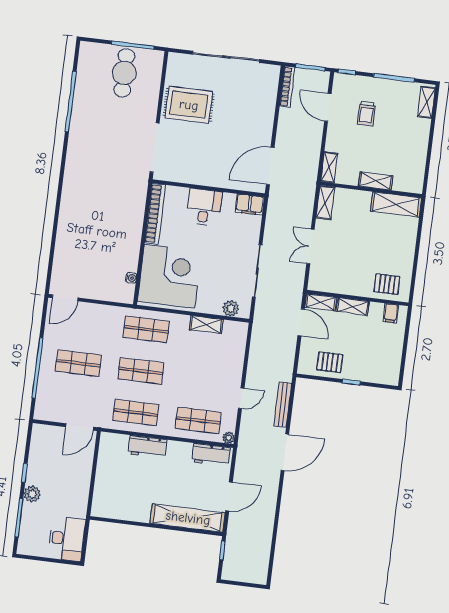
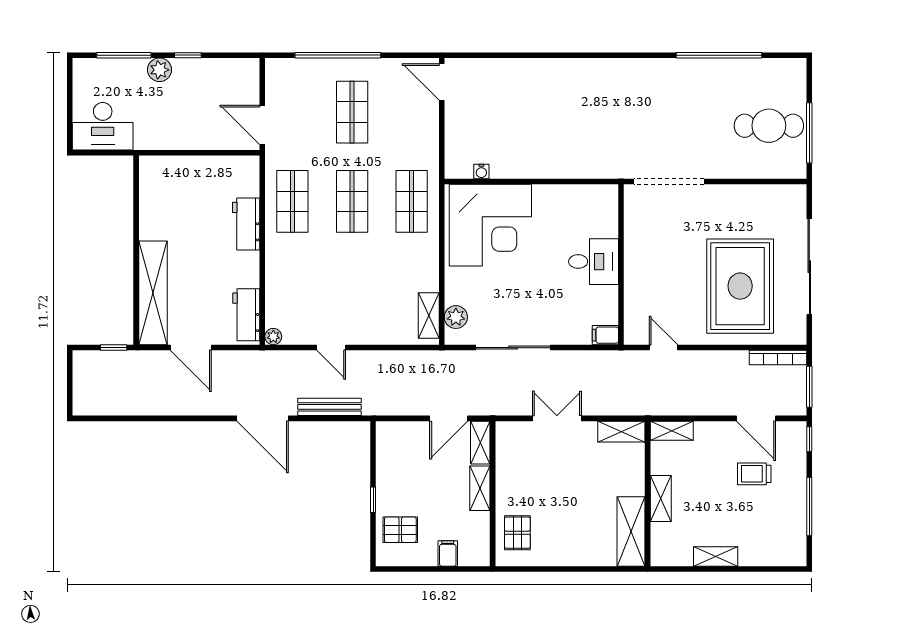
shelving: (426, 102) -> (716, 556), moved
rug: (189, 105) -> (740, 286), moved, width x1.37, depth x1.44
door: (328, 107) -> (756, 418), swing flipped
door: (270, 166) -> (664, 348), width x0.53
filing cabinet: (250, 205) -> (605, 335), width x0.50
bookcase: (155, 214) -> (576, 194), removed
filing cabinet: (391, 313) -> (448, 553), moved, turned 90
shelving: (206, 325) -> (429, 316), moved
pallet: (330, 362) -> (400, 530), moved, turned 90
shop shelf: (198, 420) -> (292, 291), removed

